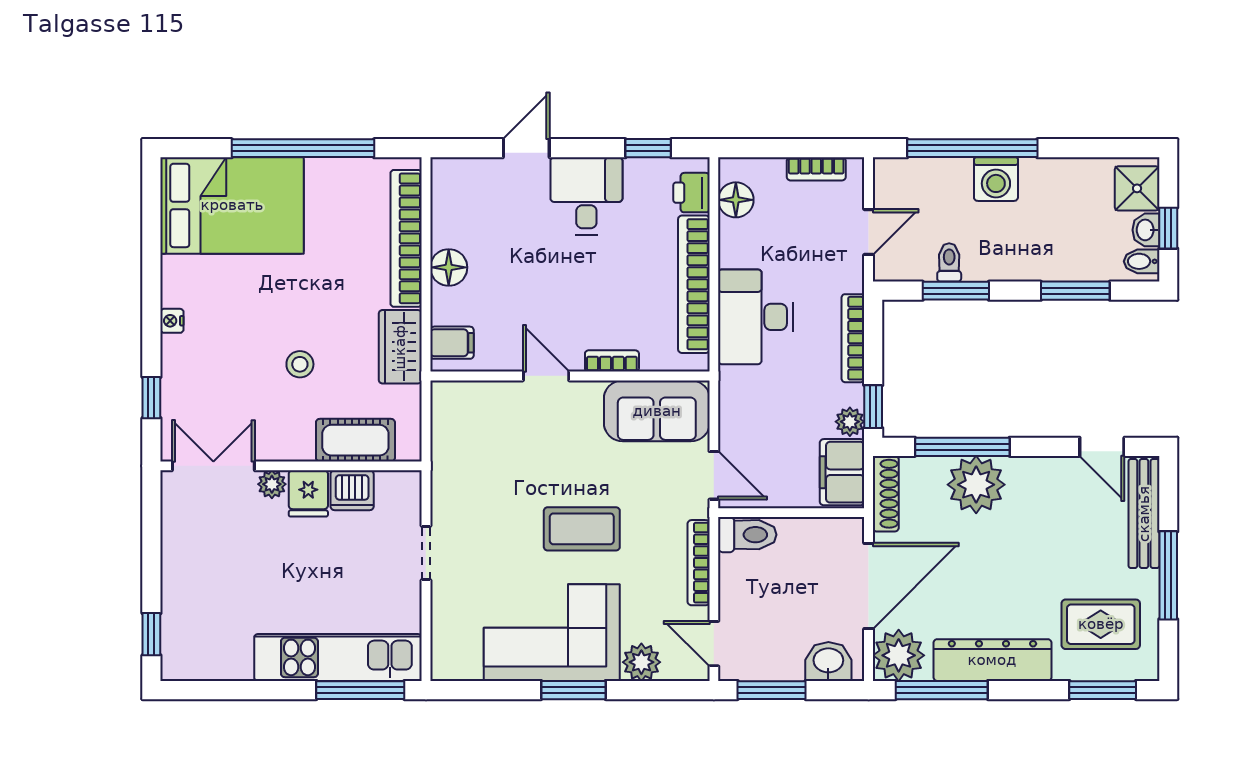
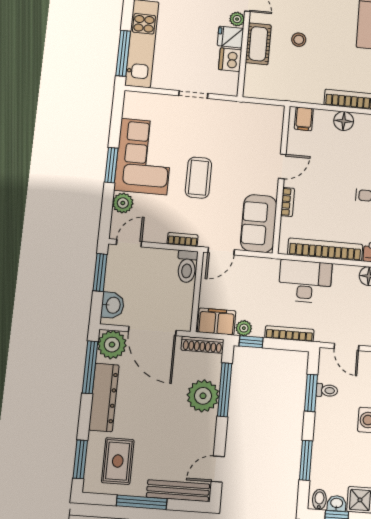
wardrobe: (400, 347) -> (304, 92), removed
cot: (355, 440) -> (258, 44), moved
bookcase: (699, 563) -> (183, 239), width x0.64

